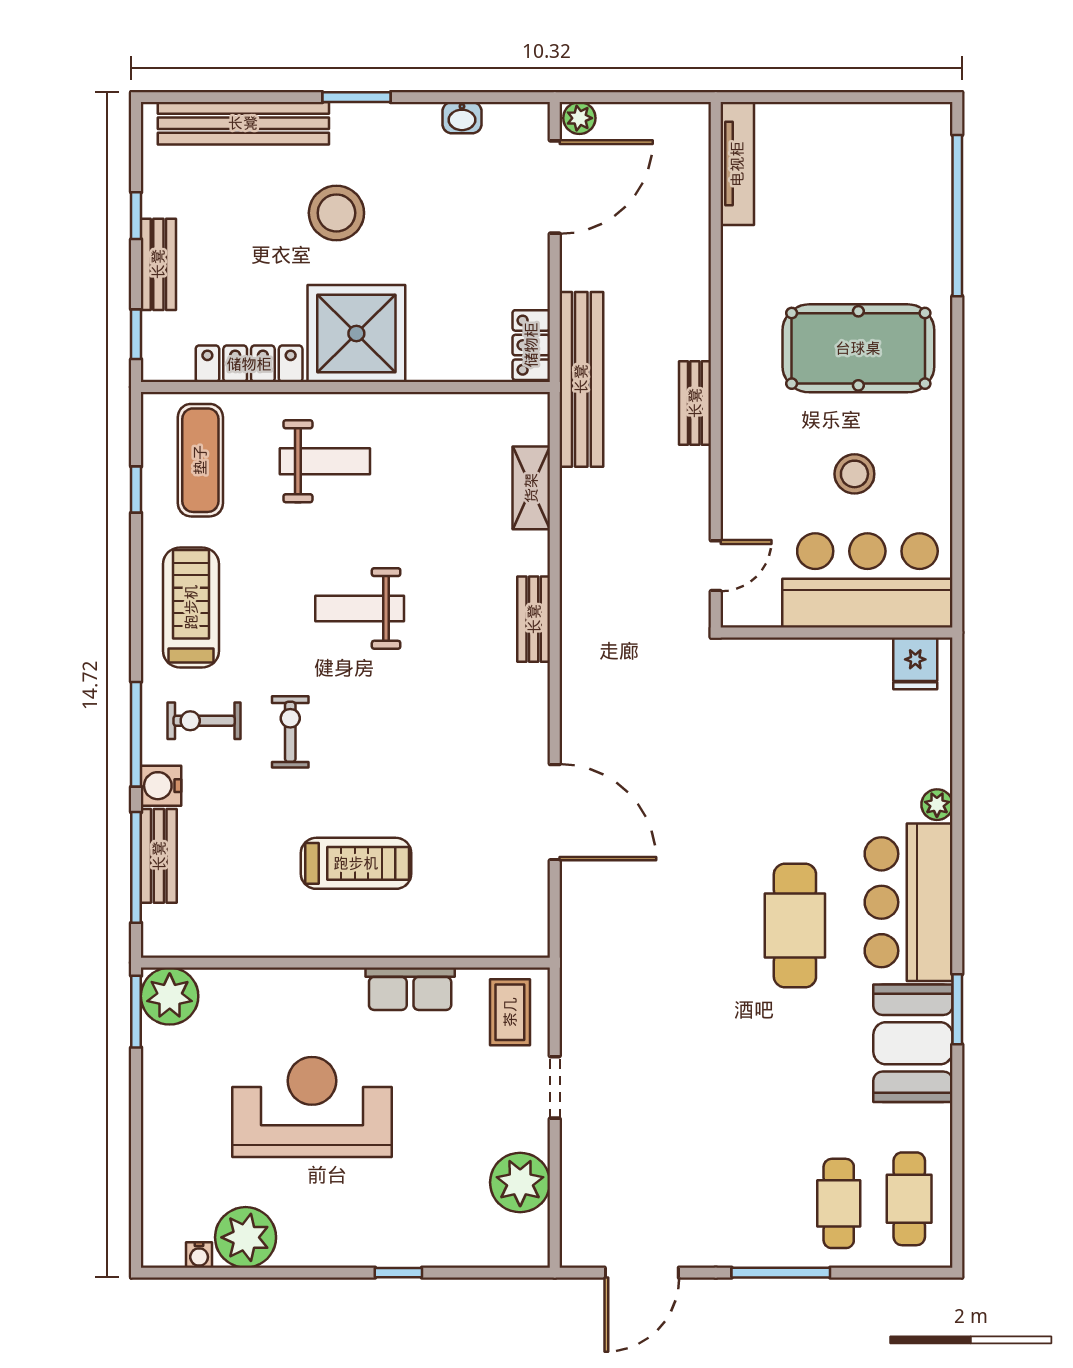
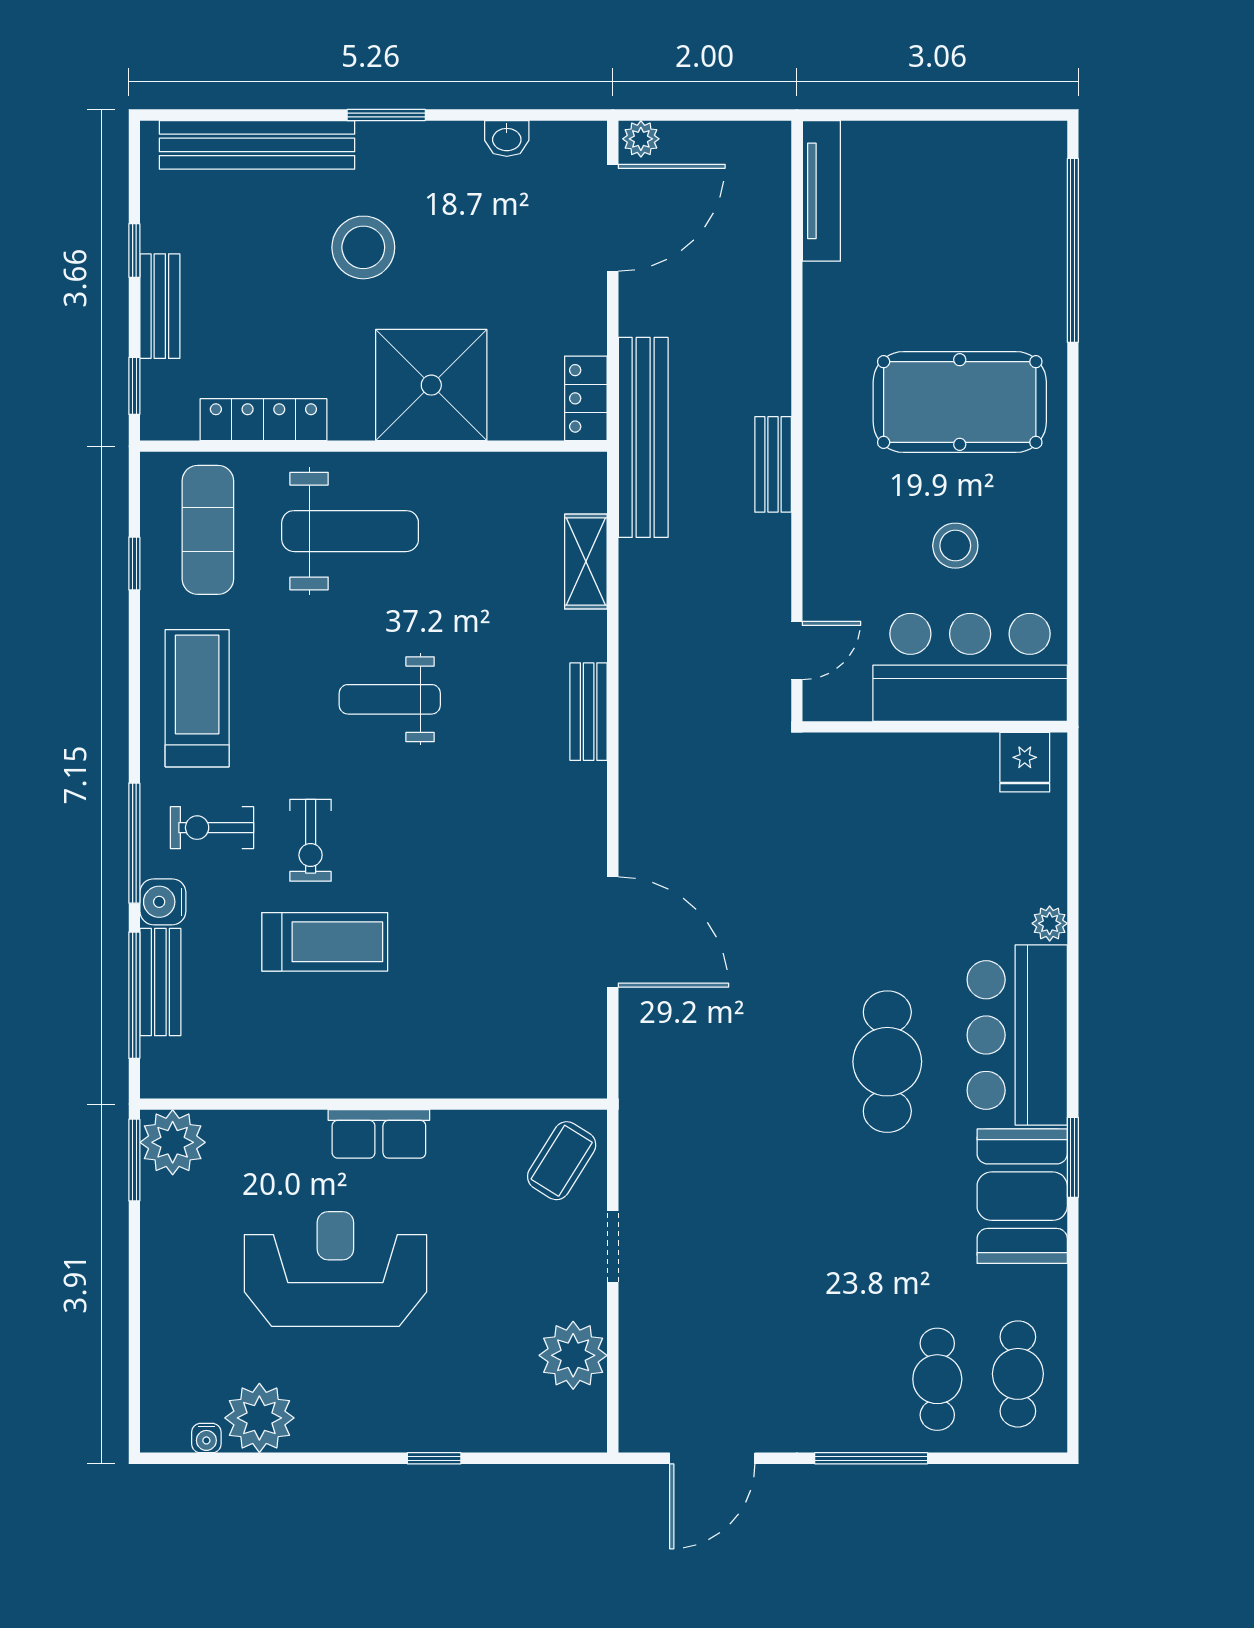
shower: (356, 333) -> (431, 385), moved
weight bench: (325, 461) -> (350, 531), width x1.36, depth x1.33
exercise bike: (290, 732) -> (311, 840), turned 180
treadmill: (356, 863) -> (325, 942), moved
row of seats: (410, 989) -> (379, 1134), moved
coffee table: (510, 1012) -> (562, 1161), turned 32

